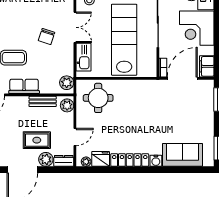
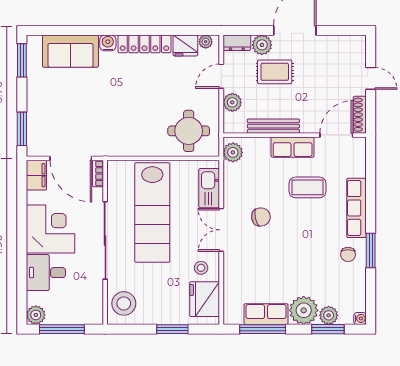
chair: (47, 37) -> (261, 217), turned 60
door: (182, 78) -> (71, 158), hinge flipped
bench: (43, 101) -> (273, 126), width x1.36
plant: (67, 105) -> (232, 102), moved

